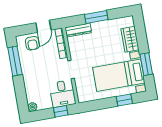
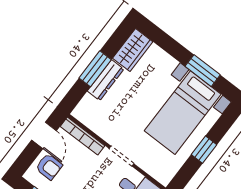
dresser: (78, 30) -> (106, 80), moved
wardrobe: (130, 39) -> (133, 50), moved, turned -90
window: (124, 100) -> (204, 150), moved

